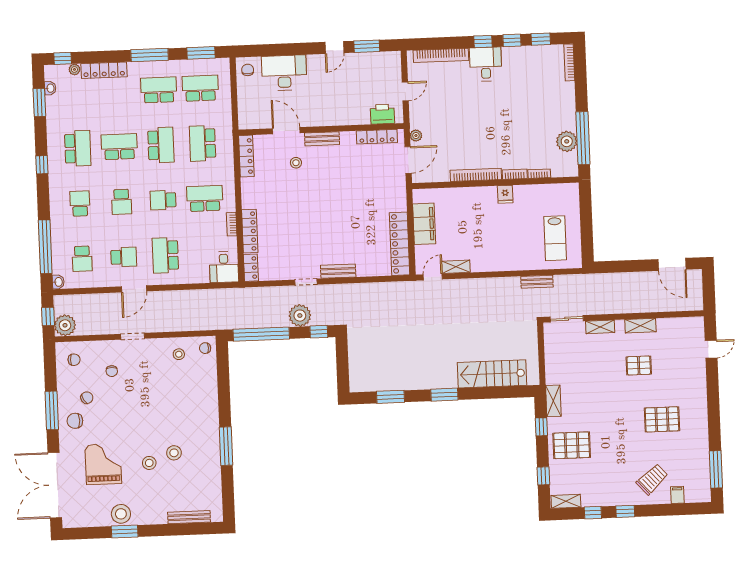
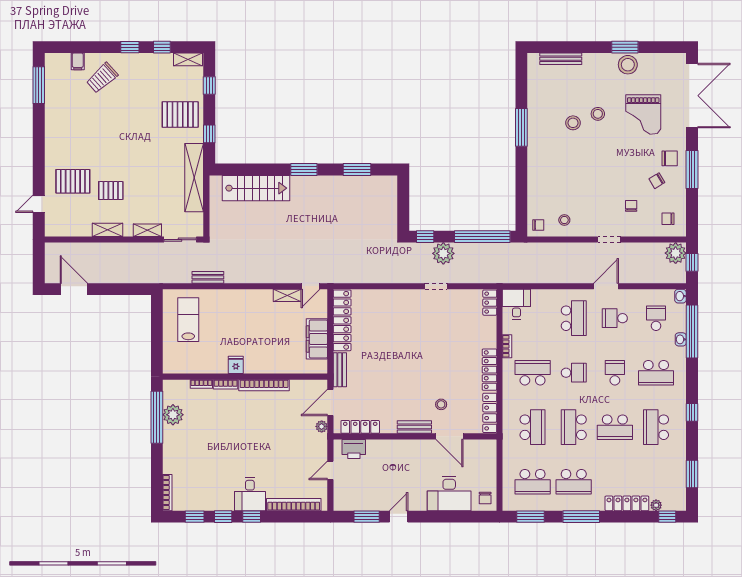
washbasin: (50, 88) -> (681, 339), moved
school desk: (205, 198) -> (533, 373), turned 180
school desk: (80, 203) -> (656, 373), width x1.85
locker: (250, 231) -> (489, 370), moved
bench: (338, 271) -> (340, 370), moved, turned 90
shelving: (553, 401) -> (194, 178), width x2.20, depth x1.33
pallet: (662, 419) -> (73, 181), moved

